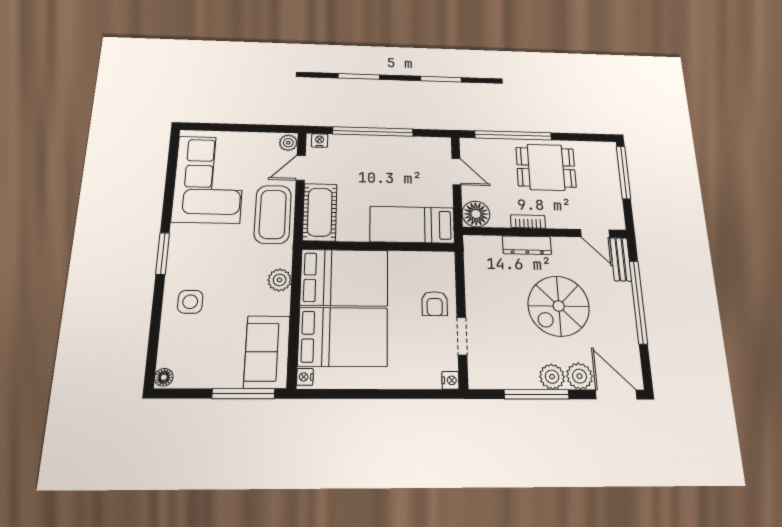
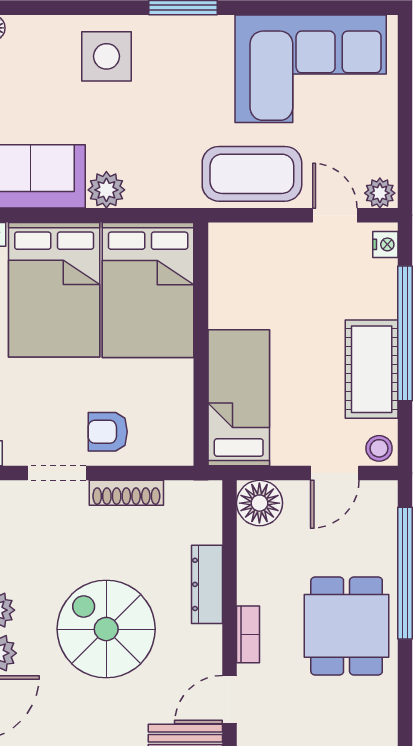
stool: (441, 147) -> (379, 448), added
cot: (320, 212) -> (372, 369), moved, turned 90
bookcase: (528, 222) -> (248, 634), moved
plant: (280, 280) -> (106, 190), moved
shoe rack: (473, 293) -> (126, 493), added
side table: (190, 302) -> (106, 56), width x1.37, depth x1.37

